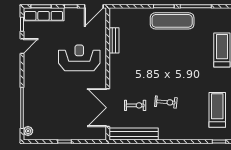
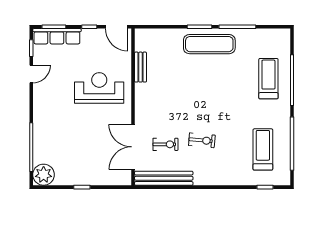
door: (94, 6) -> (117, 27), hinge flipped
plant: (28, 131) -> (44, 175), width x1.88, depth x1.88

